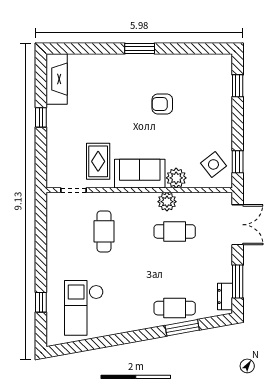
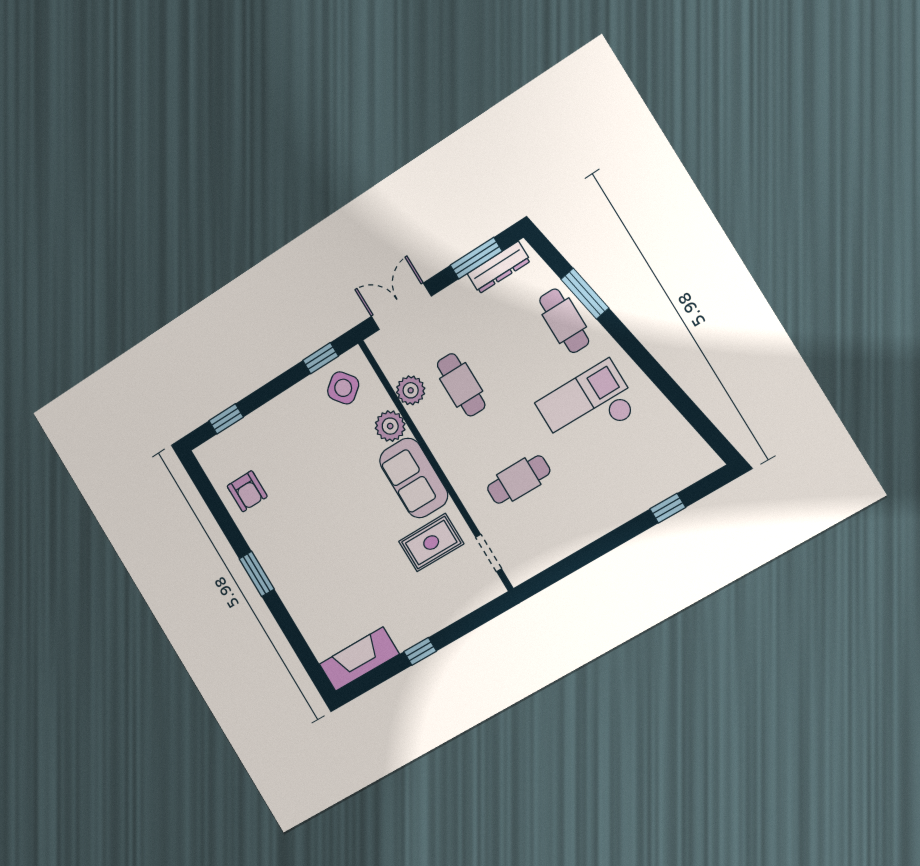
armchair: (162, 104) -> (247, 491), moved
plant: (167, 202) -> (411, 390), moved
dresser: (225, 297) -> (499, 267), width x1.44
checkout: (84, 308) -> (588, 406), moved, turned 180

